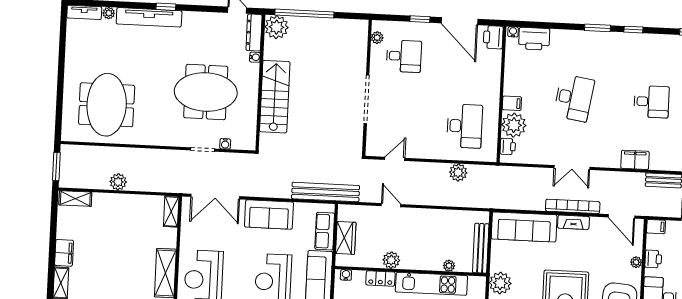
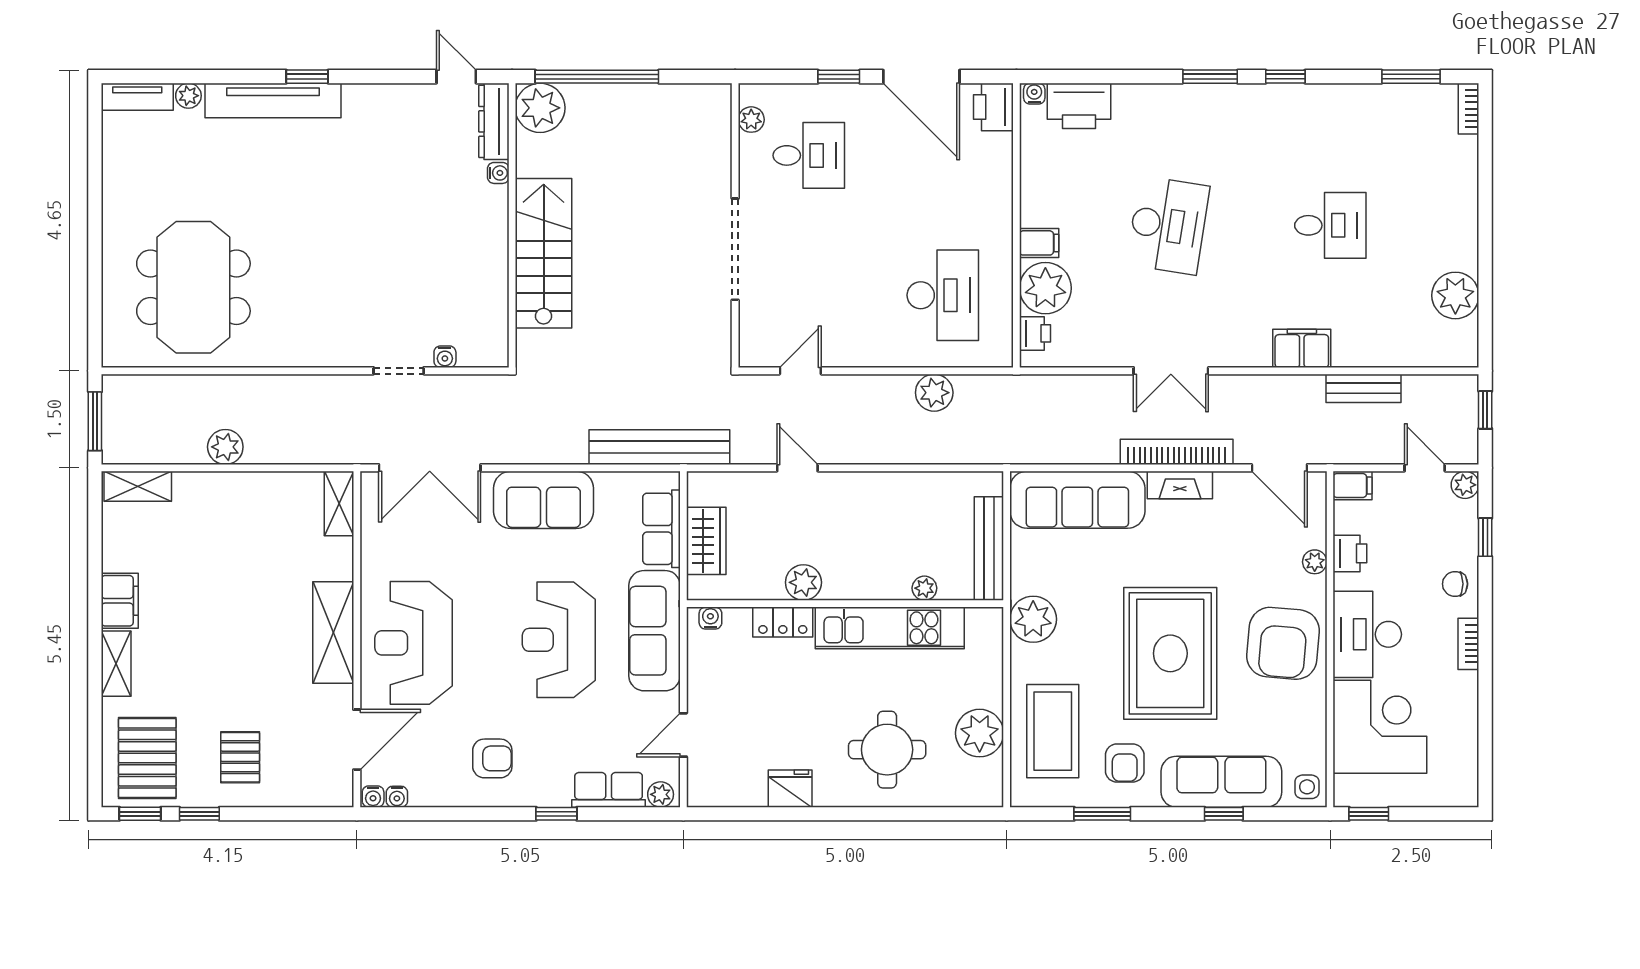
meeting table: (206, 92) -> (399, 251), removed

